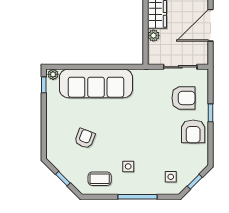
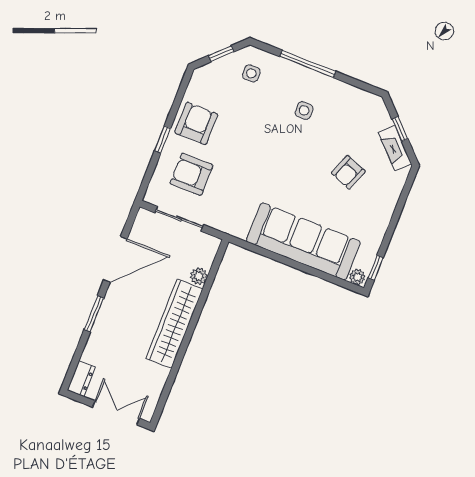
fireplace: (61, 165) -> (395, 148), added
coffee table: (100, 179) -> (350, 109), removed

